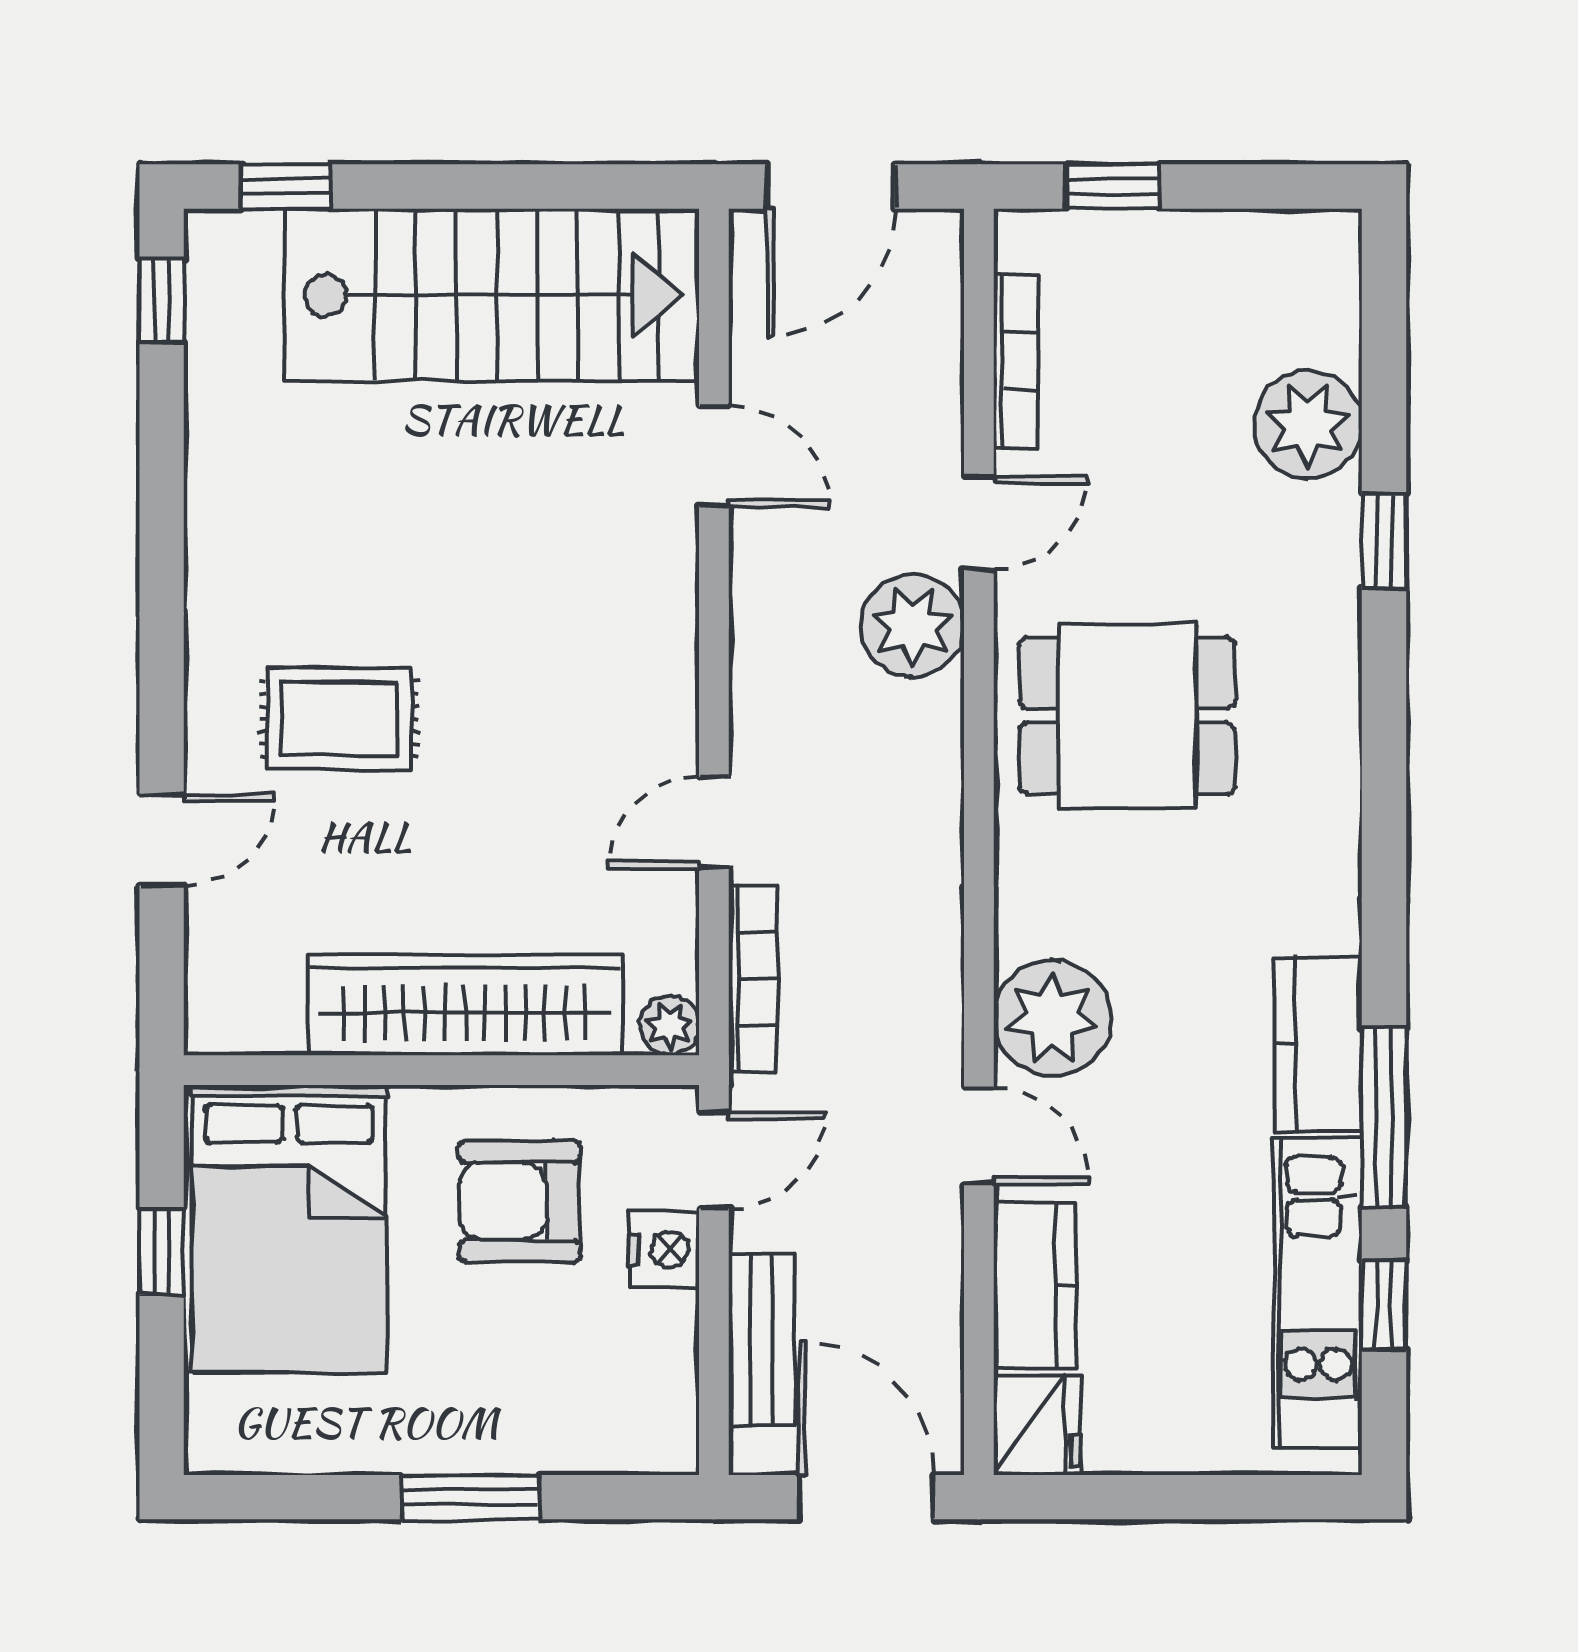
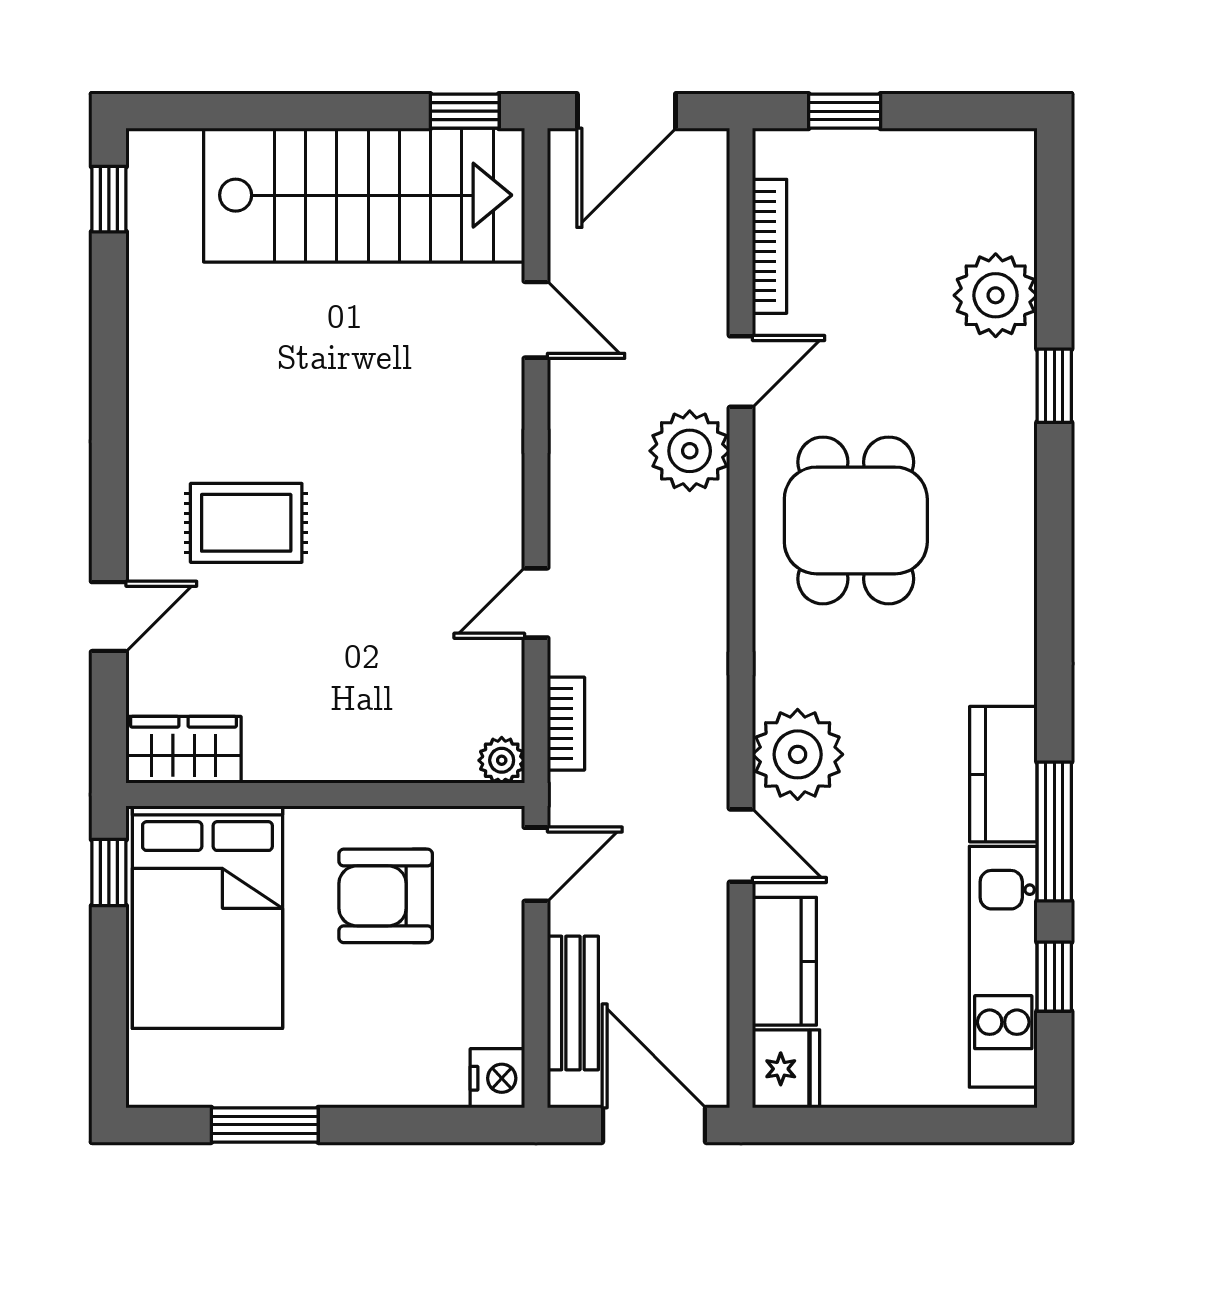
window: (285, 186) -> (465, 111), moved
dining table: (1127, 716) -> (856, 520), turned 90
bookcase: (753, 978) -> (566, 724), width x0.64
wardrobe: (465, 1005) -> (183, 750), moved, width x0.48, depth x0.85
nightstand: (664, 1249) -> (497, 1078), moved
window: (162, 1251) -> (109, 873), moved
window: (471, 1497) -> (265, 1125), moved

